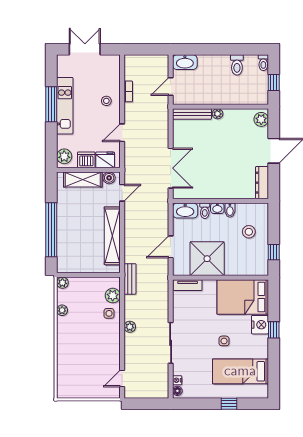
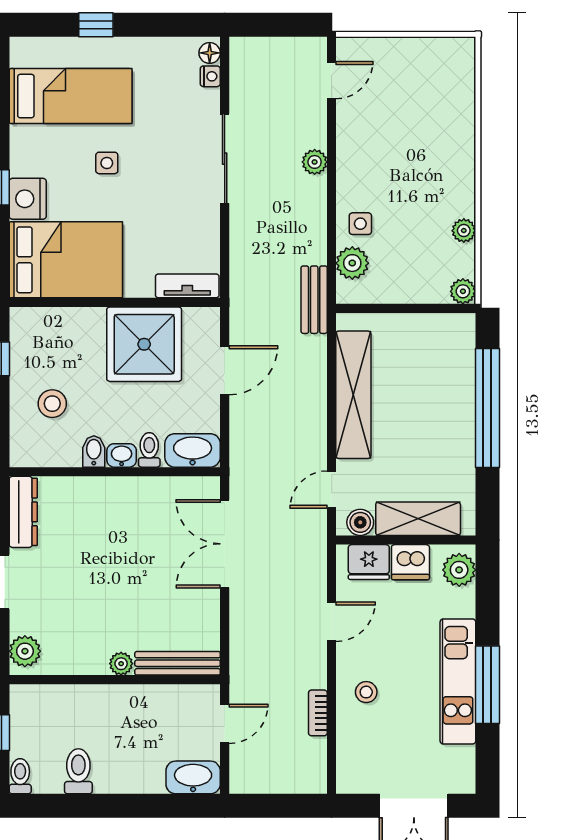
plant: (130, 327) -> (315, 162), moved

